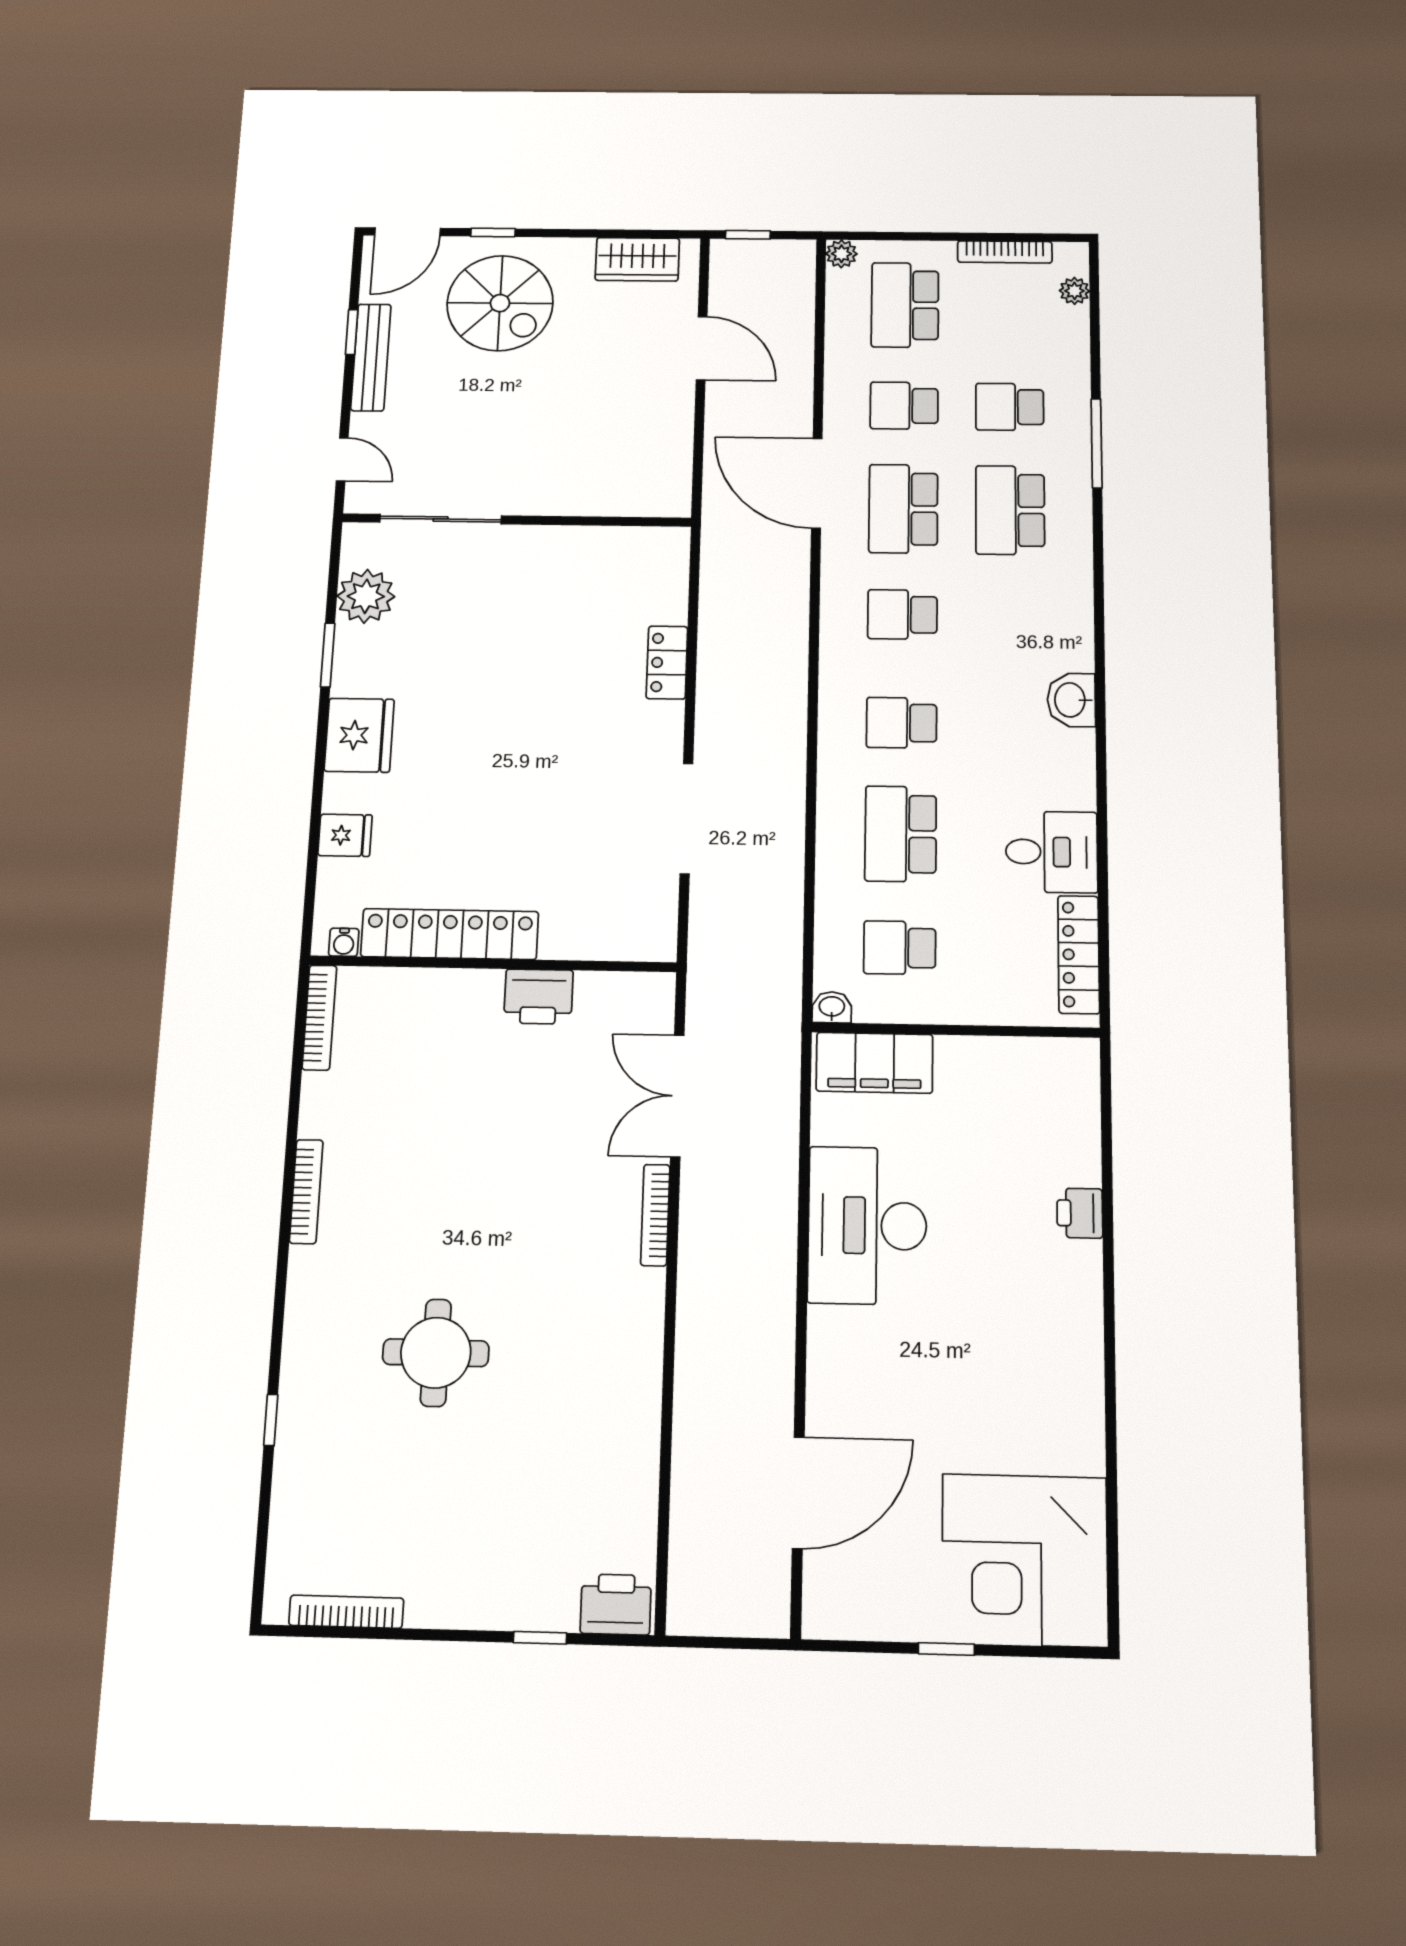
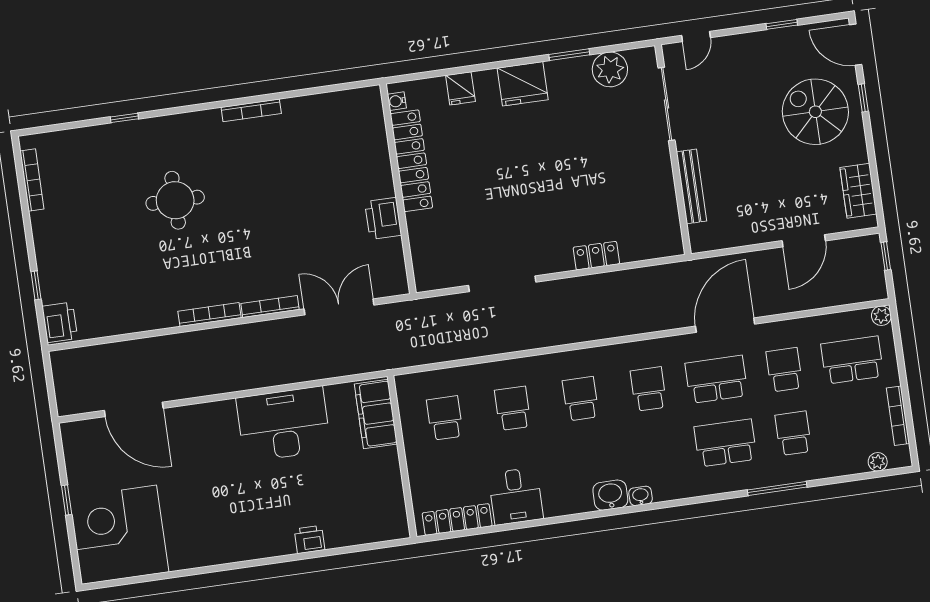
spiral stairs: (500, 303) -> (815, 112), turned 90
bench: (371, 357) -> (691, 186), moved, turned 90
school desk: (901, 834) -> (513, 408), width x0.54
washbasin: (832, 1007) -> (641, 496), moved, turned -90
bookcase: (319, 1018) -> (209, 314), moved, turned 180

